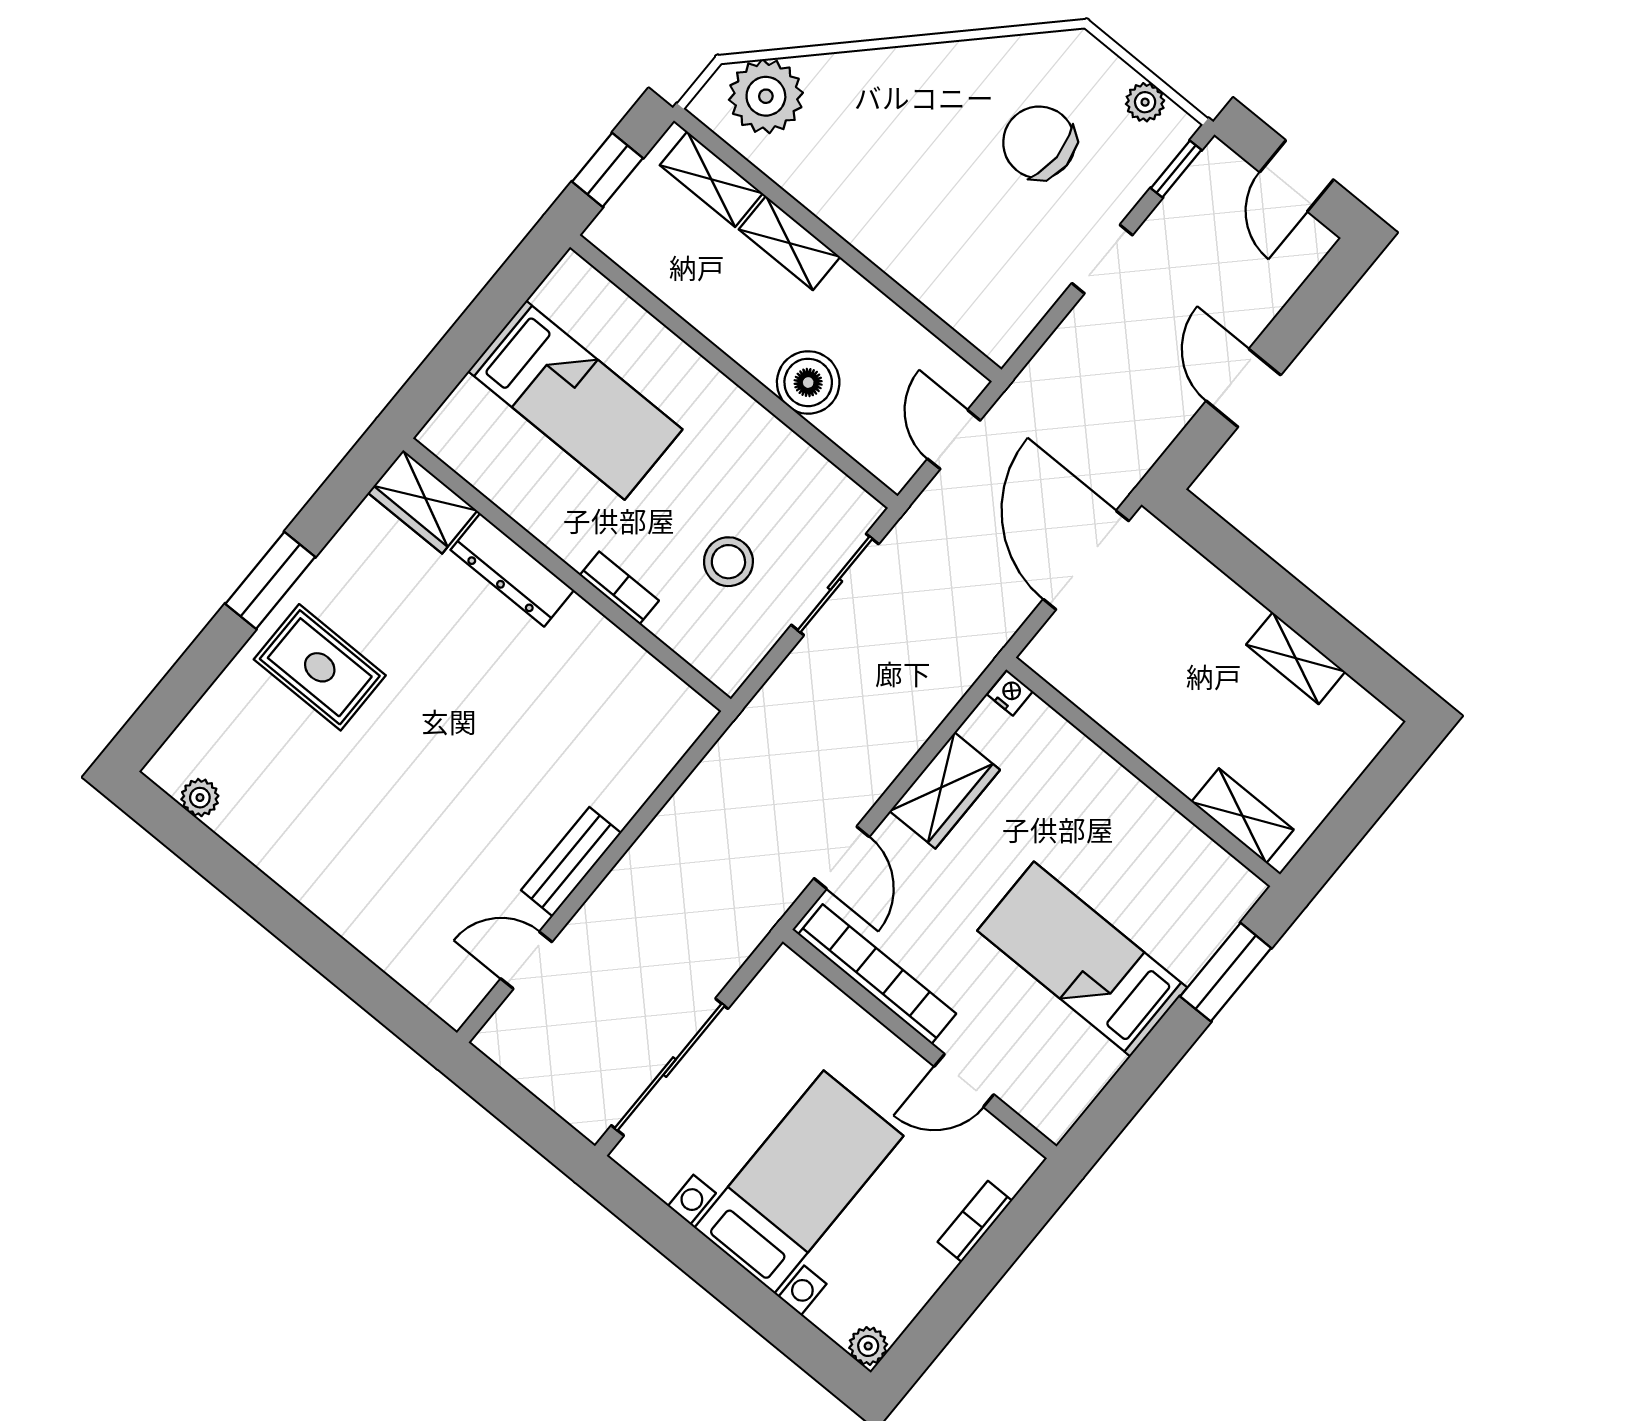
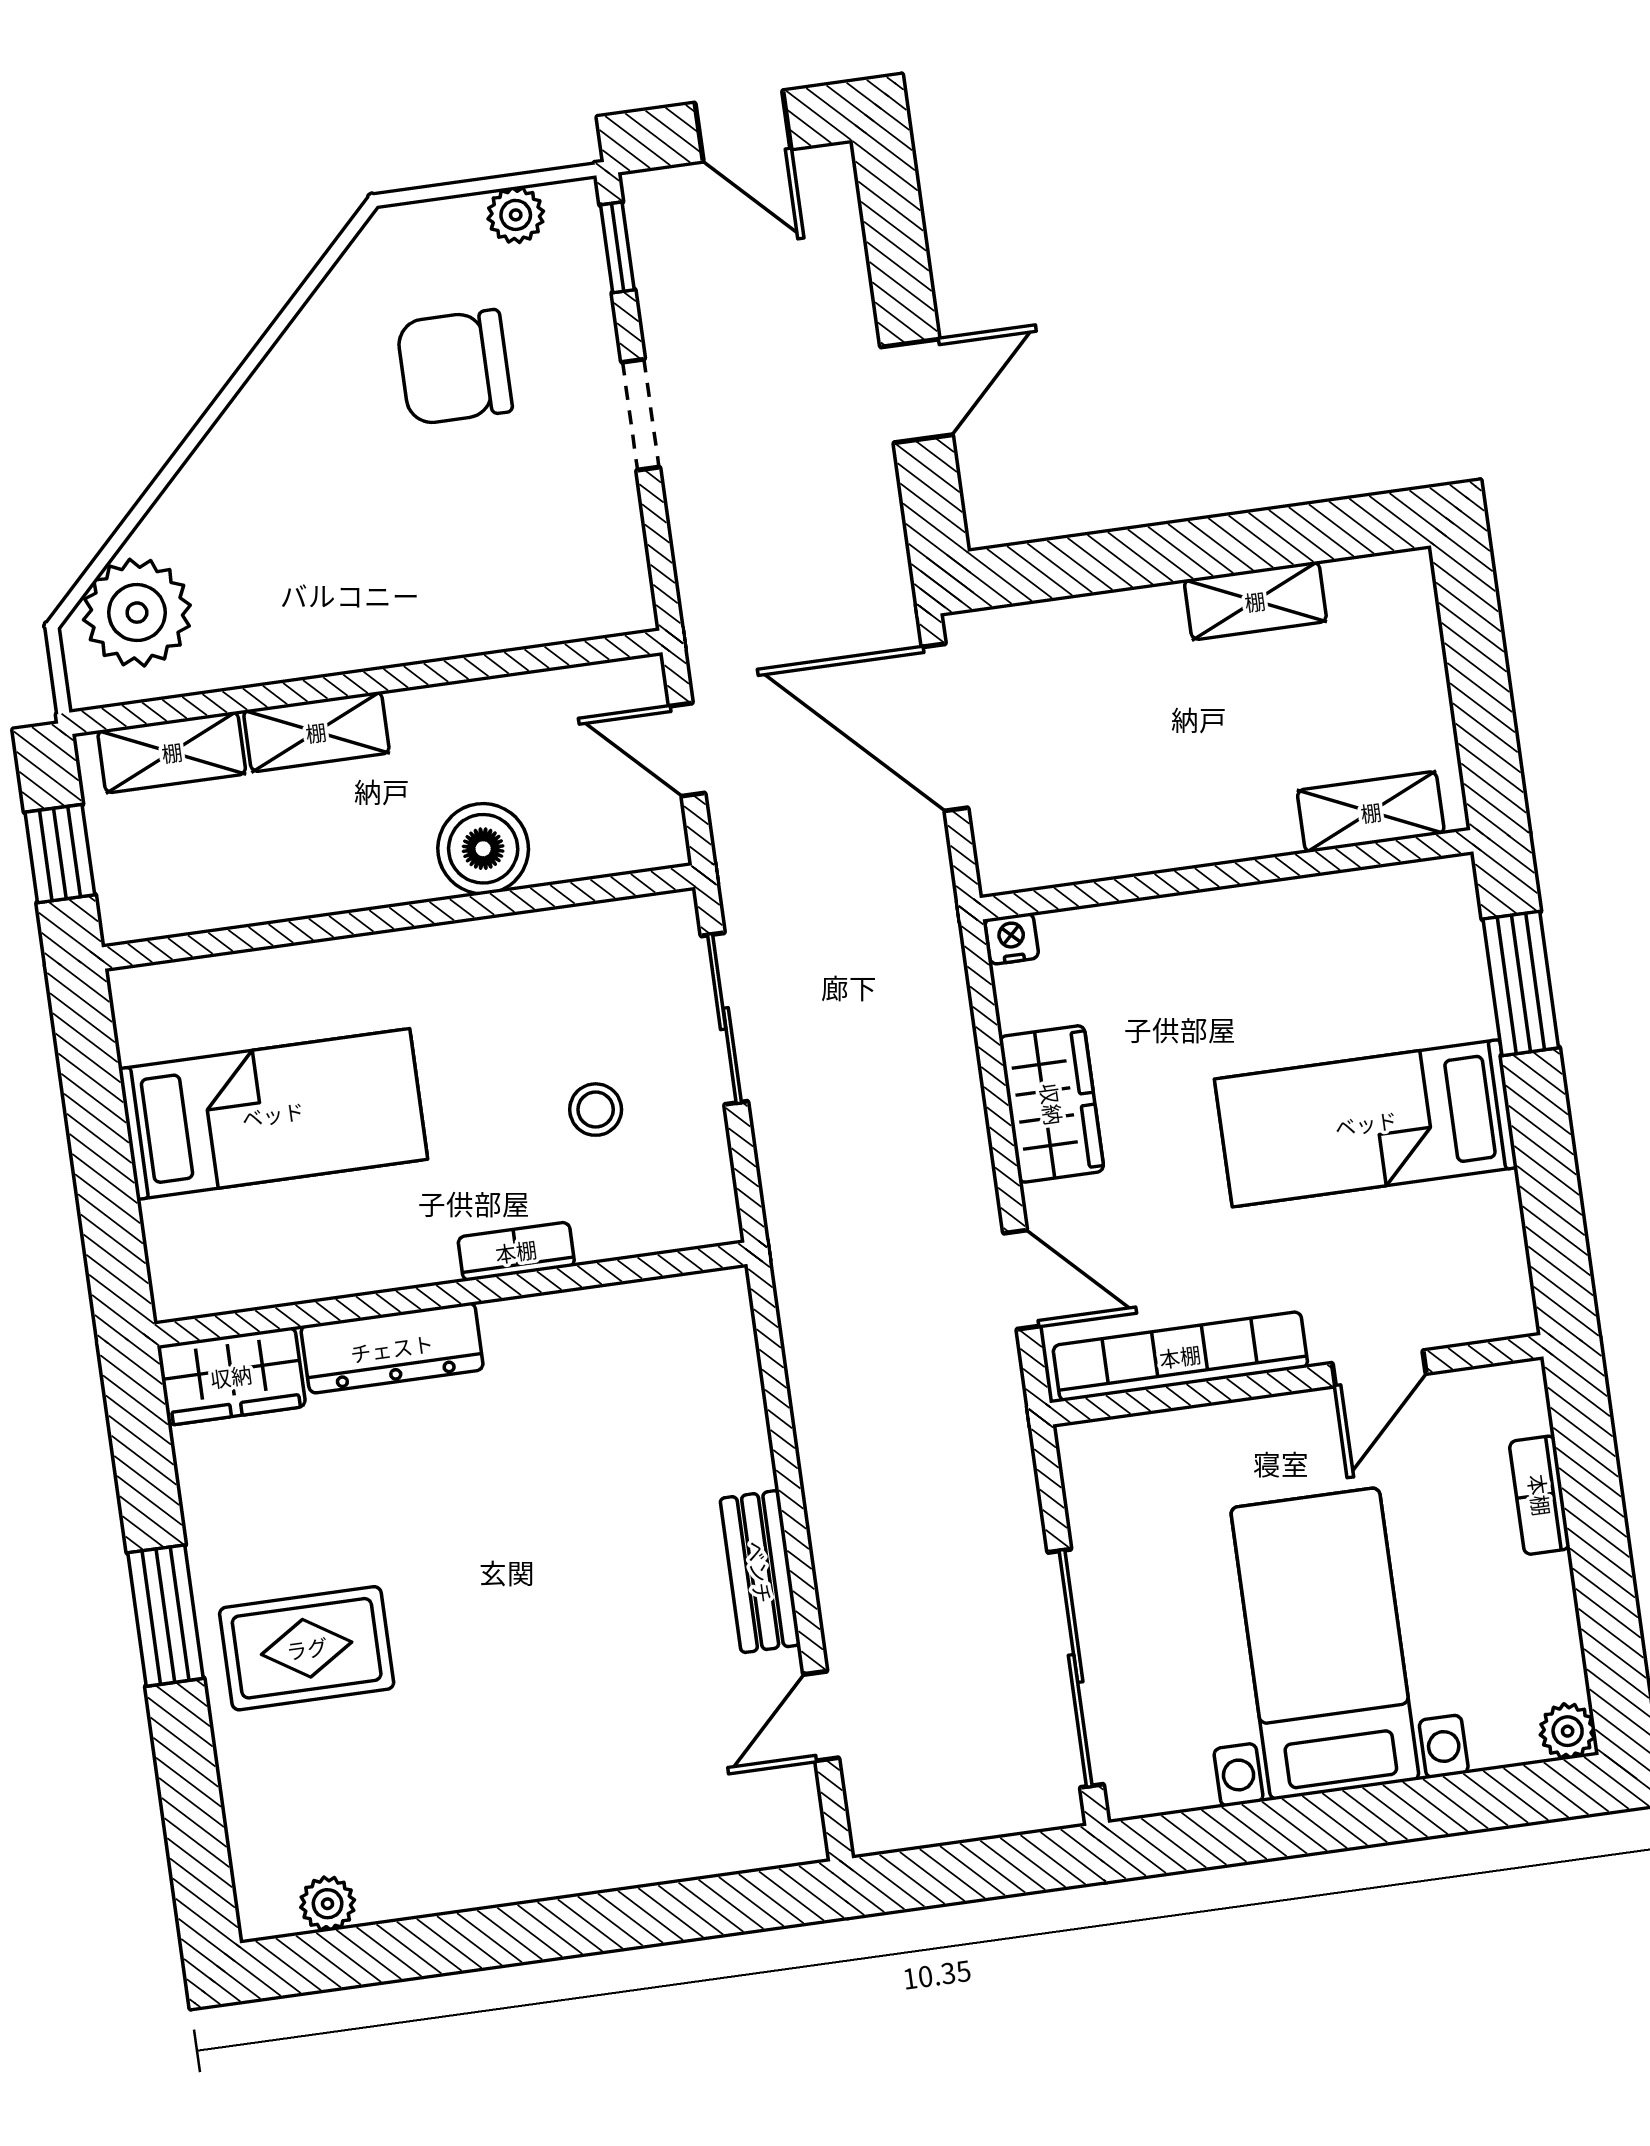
door: (1243, 388) -> (916, 391), swing flipped
stool: (728, 562) -> (596, 1110), width x0.73, depth x0.73

